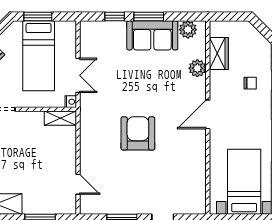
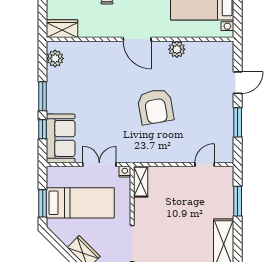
sofa: (152, 35) -> (61, 138), moved
wardrobe: (219, 53) -> (62, 29), moved
plant: (197, 68) -> (177, 49), moved
armchair: (138, 133) -> (155, 107), turned -100

